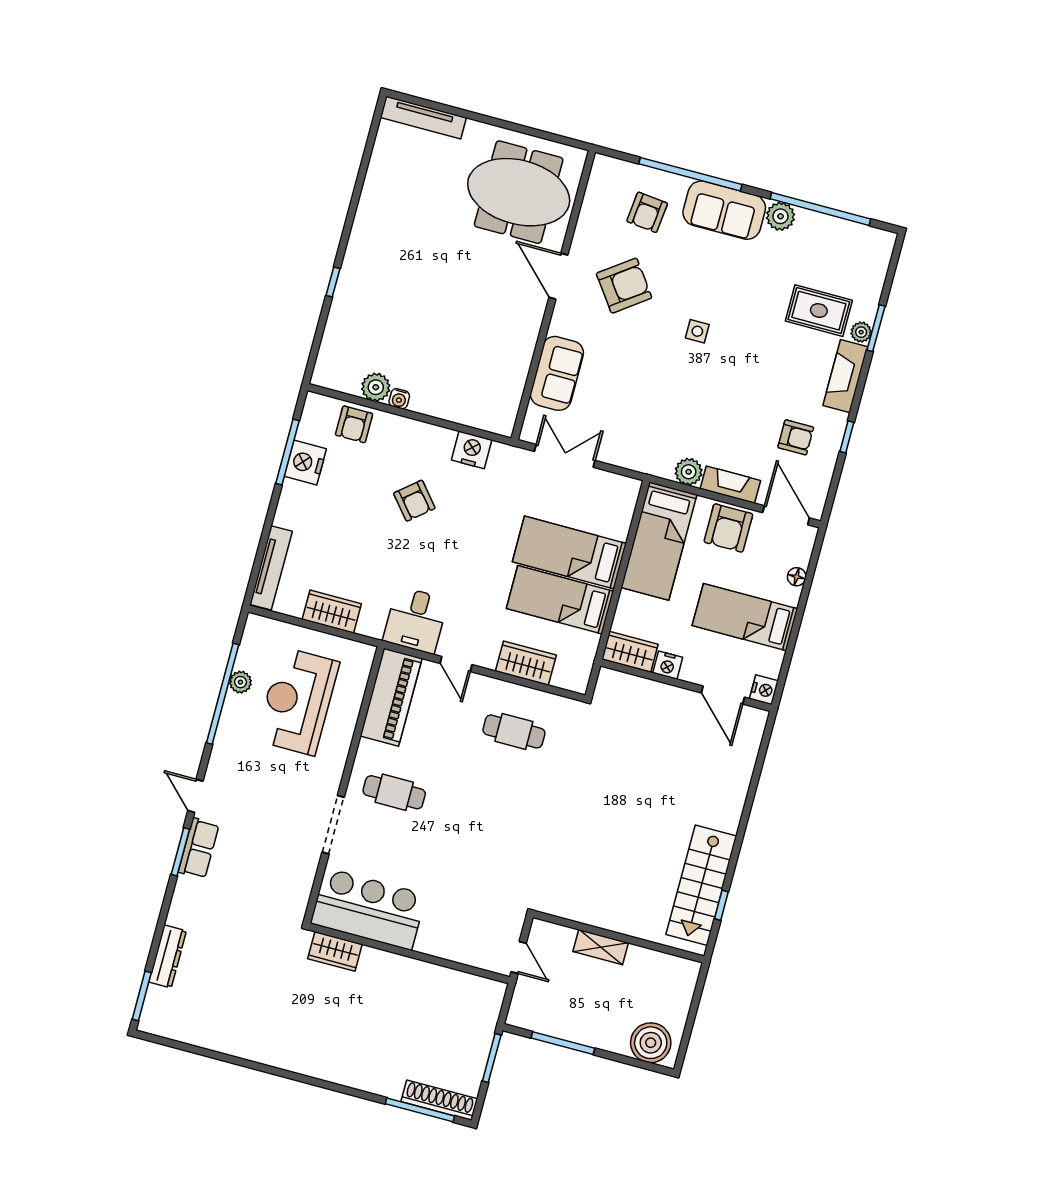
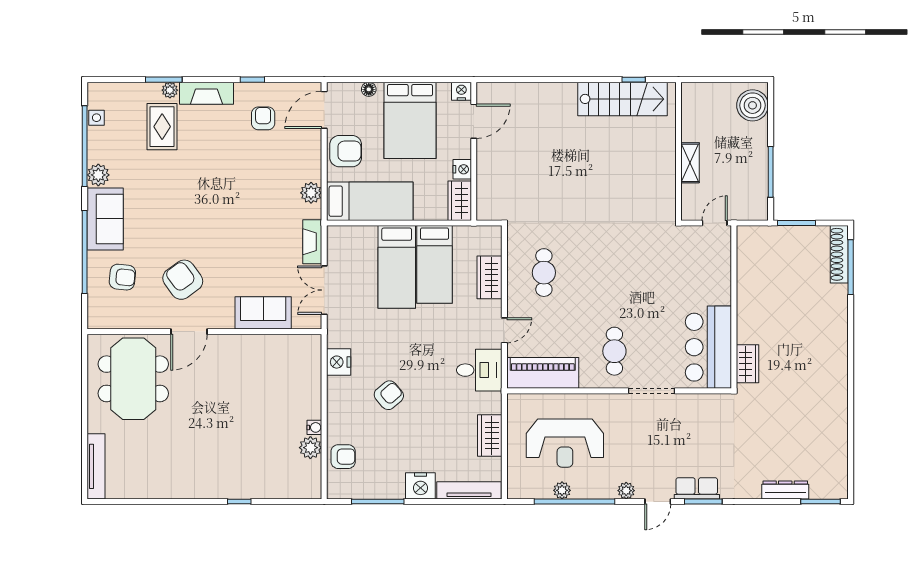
side table: (697, 331) -> (96, 118), moved
nightstand: (305, 463) -> (420, 486), moved
fireplace: (730, 485) -> (312, 242), moved
bed: (745, 617) -> (410, 120), width x1.50
plant: (219, 761) -> (626, 491), added

